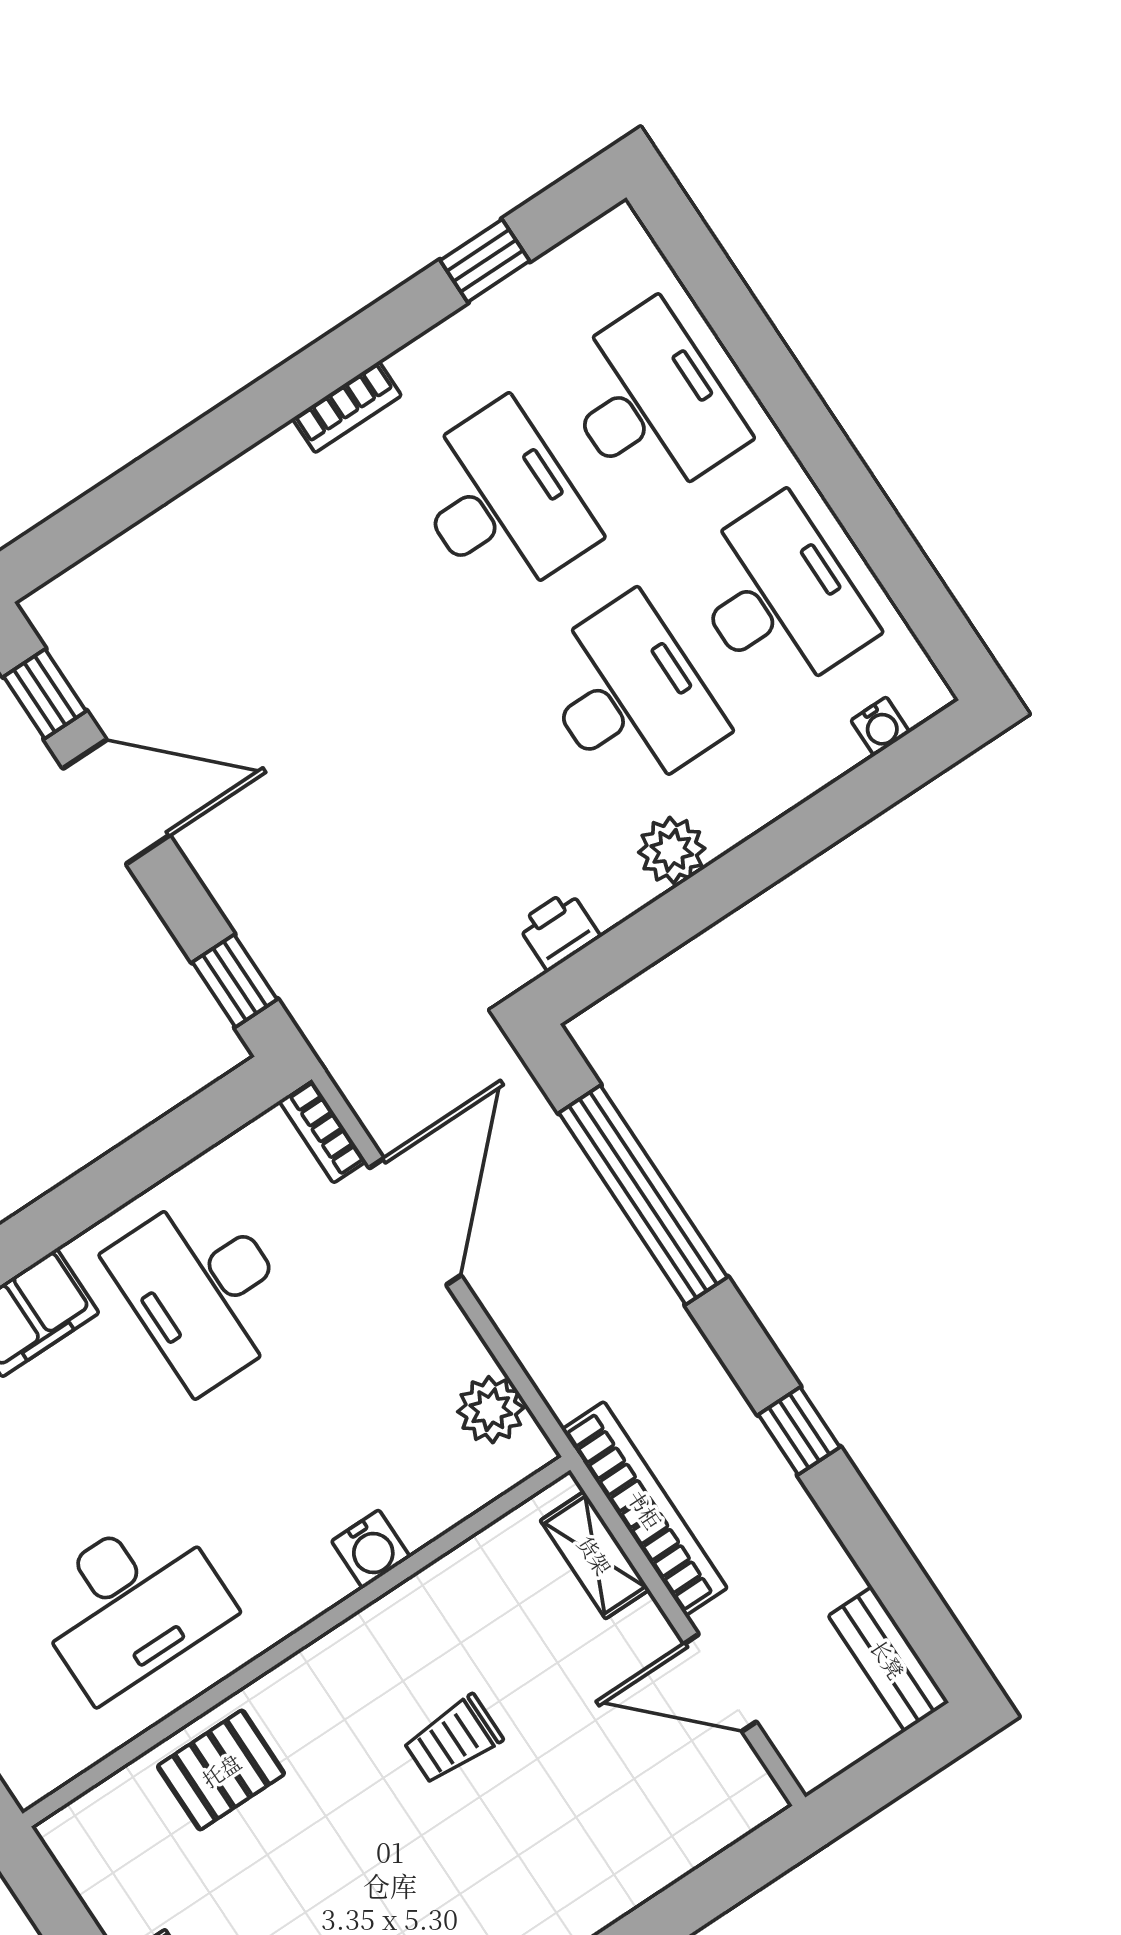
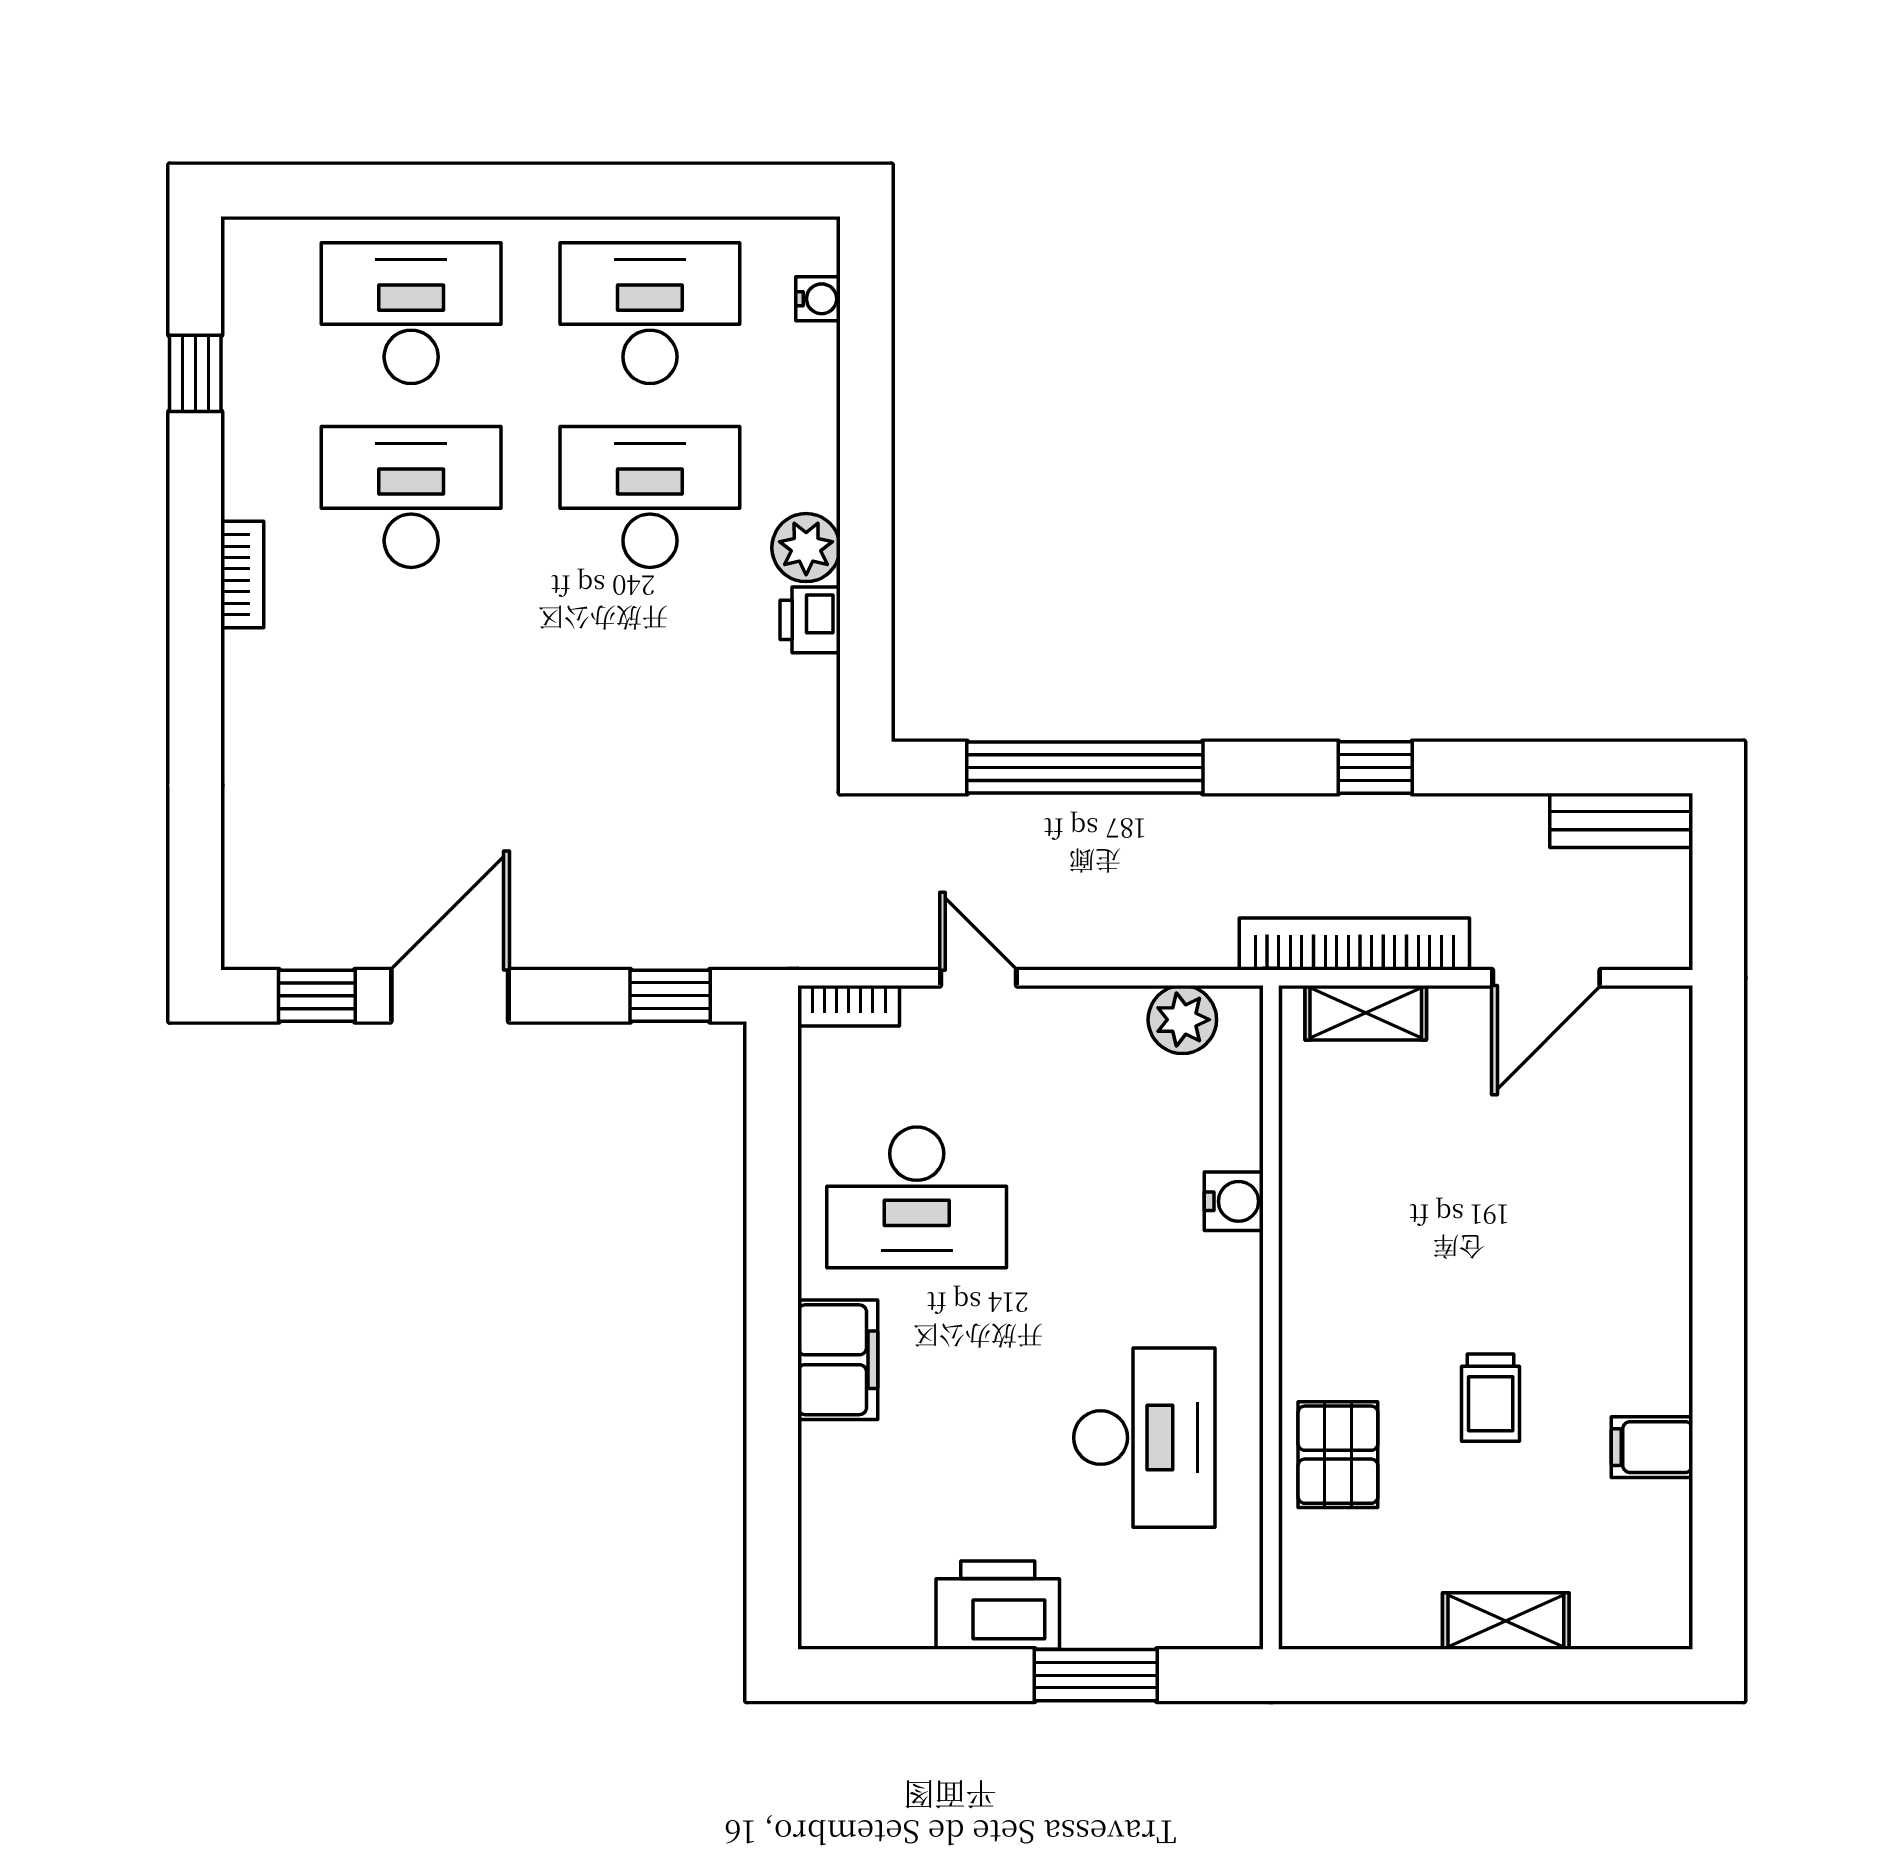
printer: (559, 930) -> (810, 620), moved
door: (415, 1222) -> (978, 978), width x0.53
trolley: (453, 1740) -> (1491, 1398), moved

